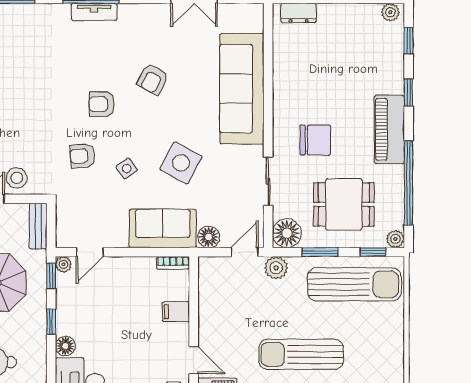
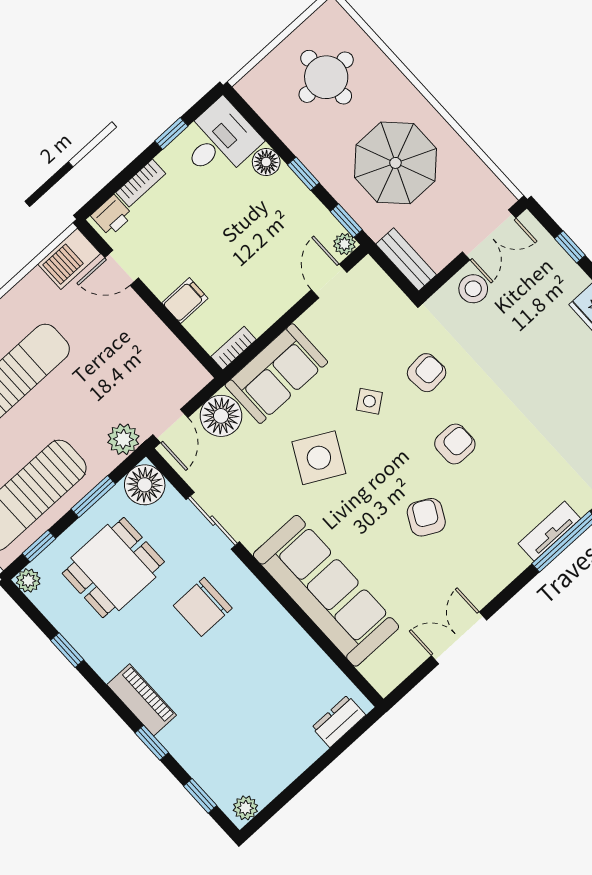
piano: (389, 129) -> (142, 700), width x0.73, depth x0.75
window: (409, 183) -> (67, 650), width x0.32
floor lamp: (209, 237) -> (221, 416), width x1.38, depth x1.38

